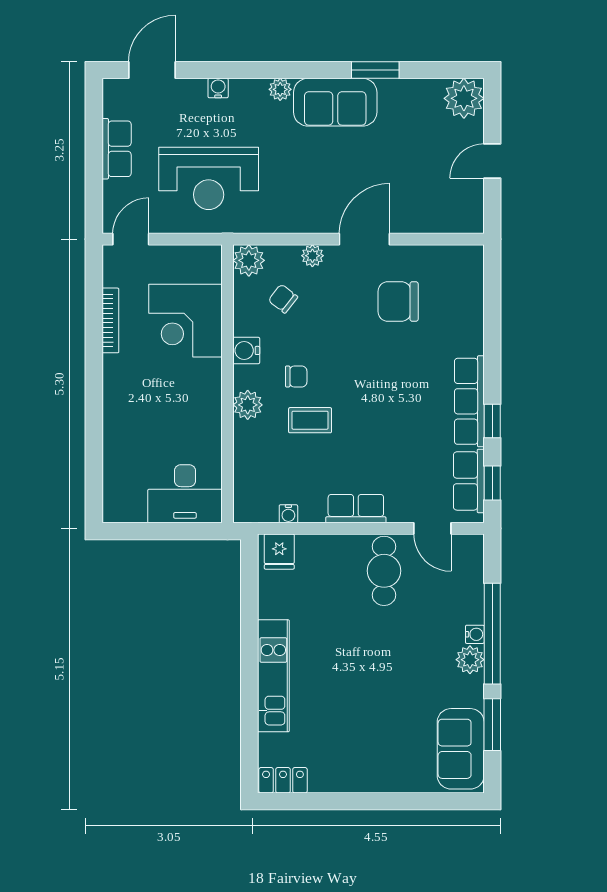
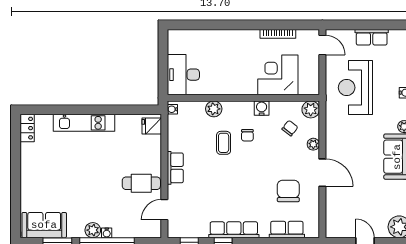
plant: (248, 405) -> (214, 109), moved
row of seats: (469, 481) -> (287, 229), moved
water cooler: (288, 514) -> (172, 109), moved

